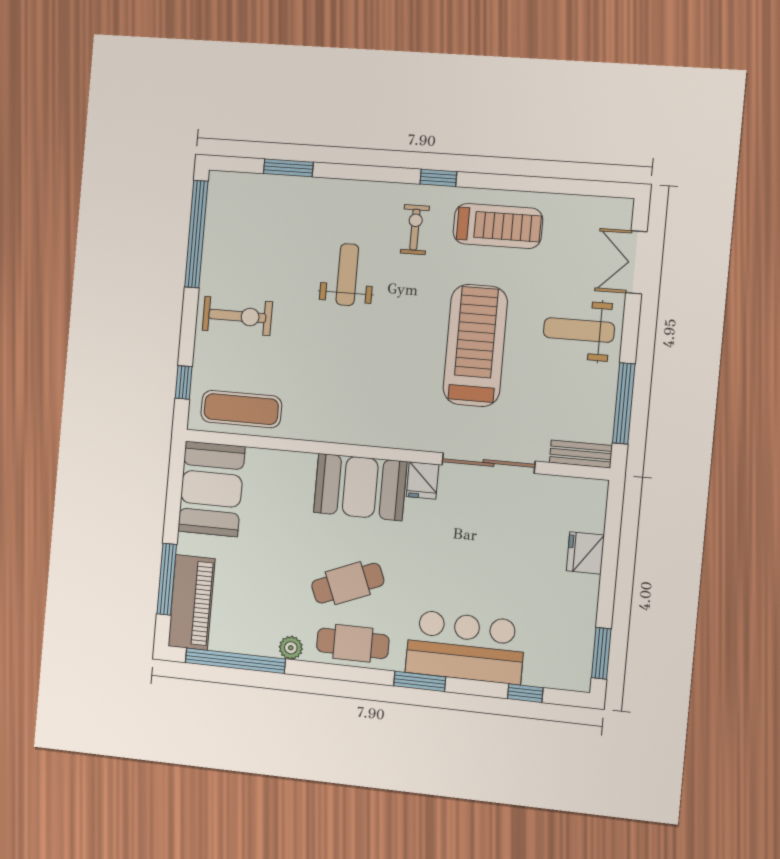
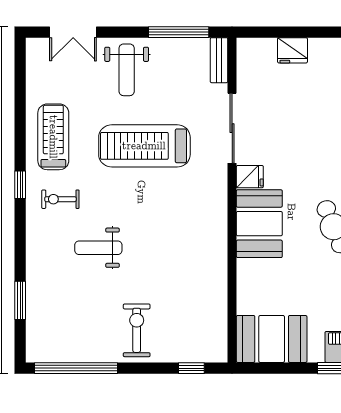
exercise mat: (241, 409) -> (208, 321), removed

